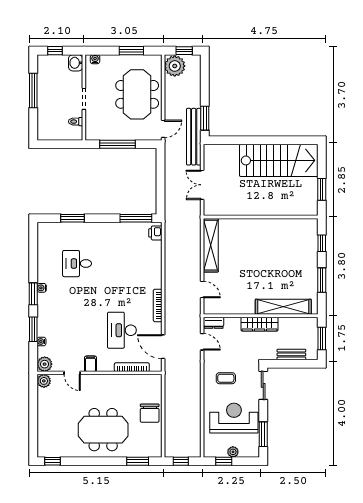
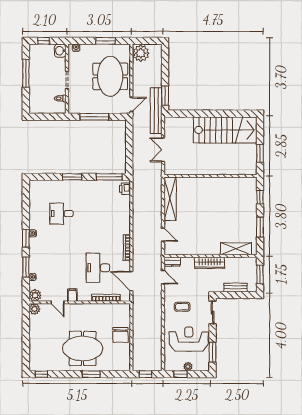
window: (184, 51) -> (148, 41), removed
window: (72, 218) -> (72, 177), moved
shelving: (283, 307) -> (236, 249), width x0.68
window: (138, 461) -> (91, 374), moved

